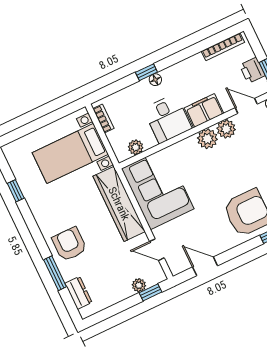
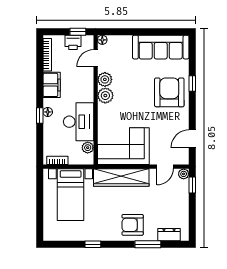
filing cabinet: (204, 111) -> (52, 85), moved, turned 180
desk: (167, 119) -> (78, 122), width x1.37
window: (16, 191) -> (93, 244), moved
plant: (139, 285) -> (184, 174), moved

